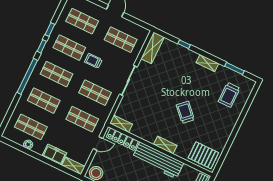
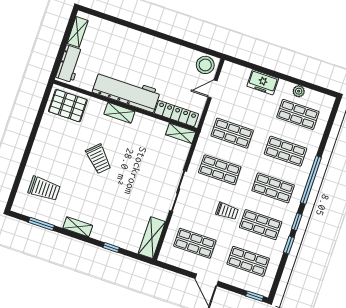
trolley: (229, 95) -> (44, 189), turned 90
door: (98, 143) -> (213, 89), moved
shelving: (73, 166) -> (236, 70), removed

